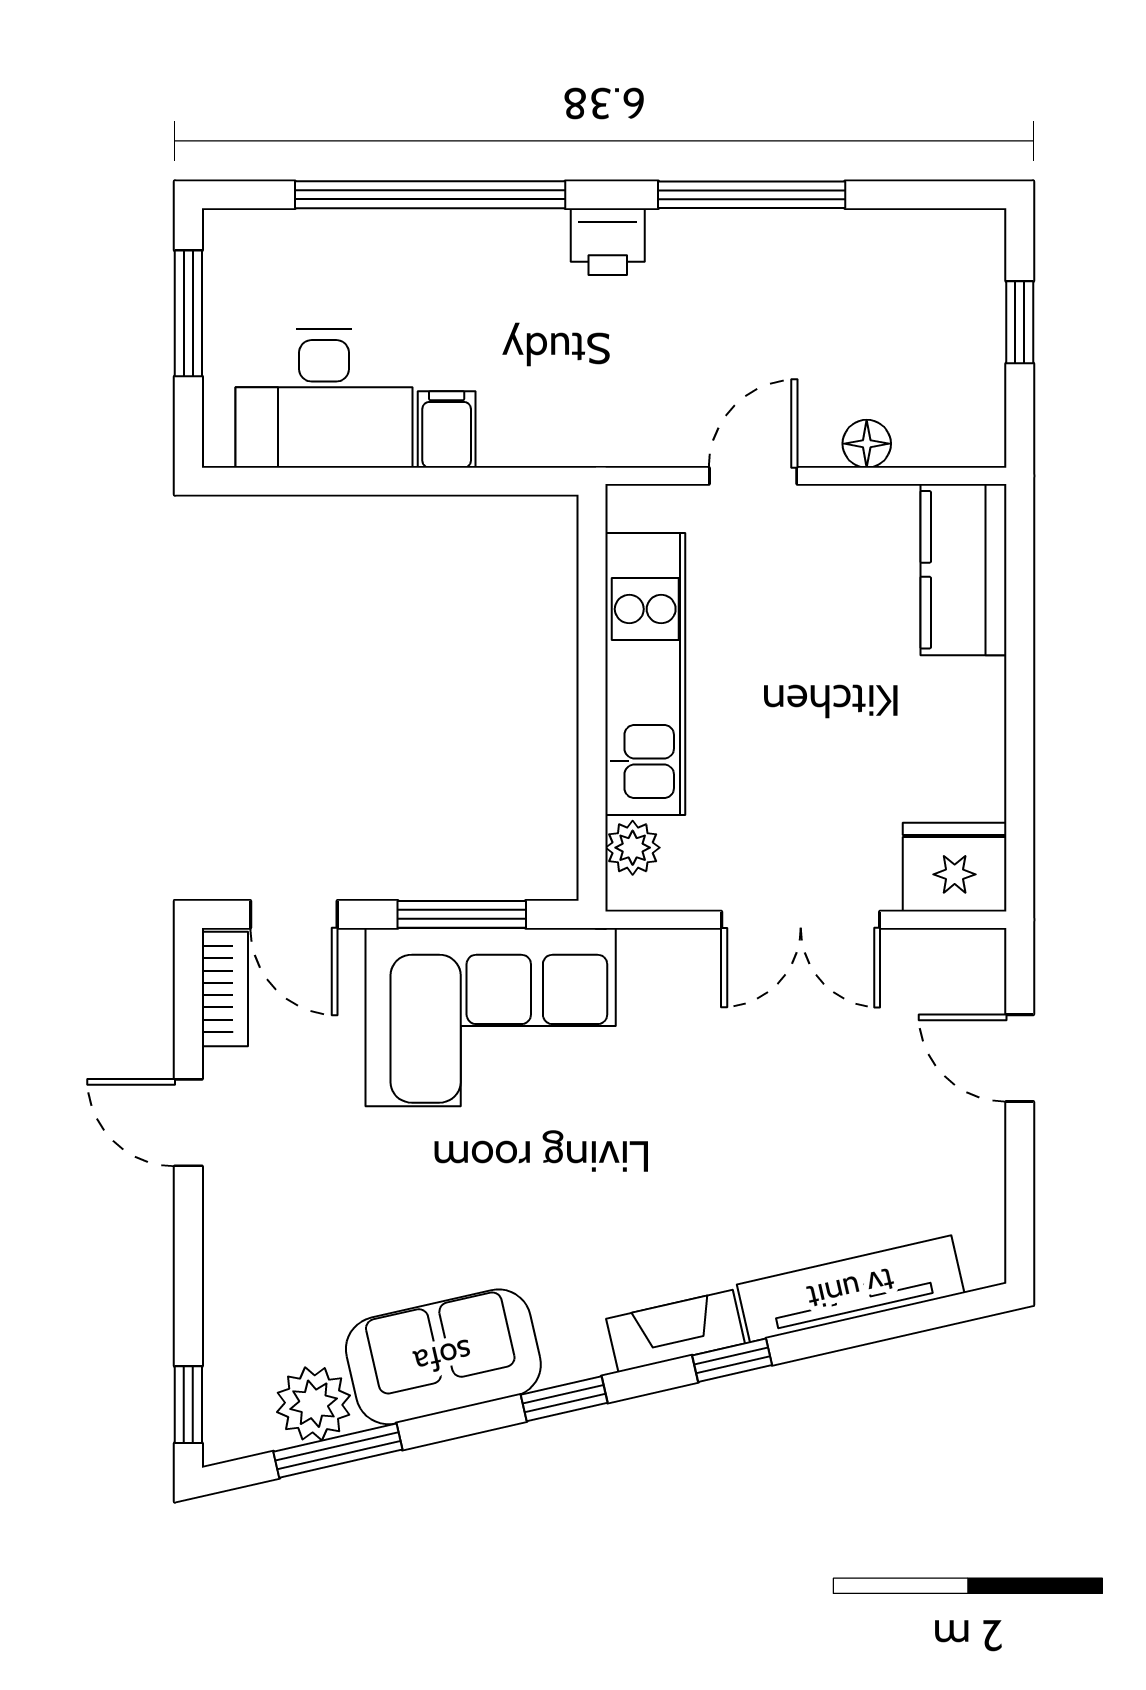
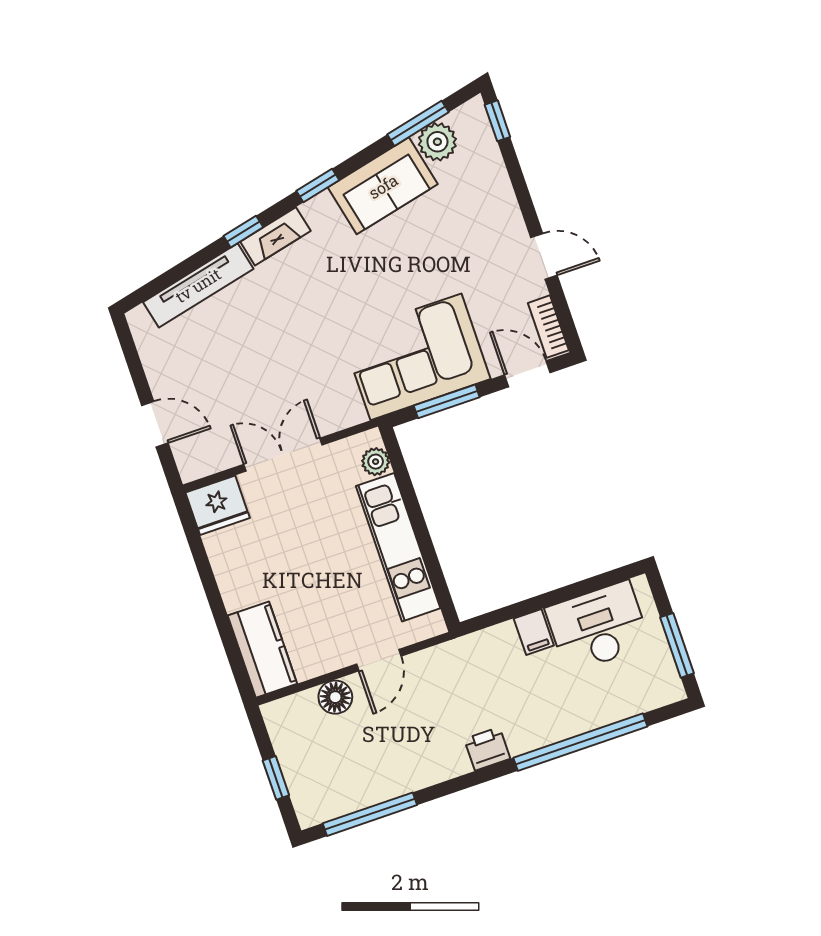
window: (752, 195) -> (370, 814), moved
floor lamp: (867, 444) -> (335, 697), width x1.37, depth x1.37

